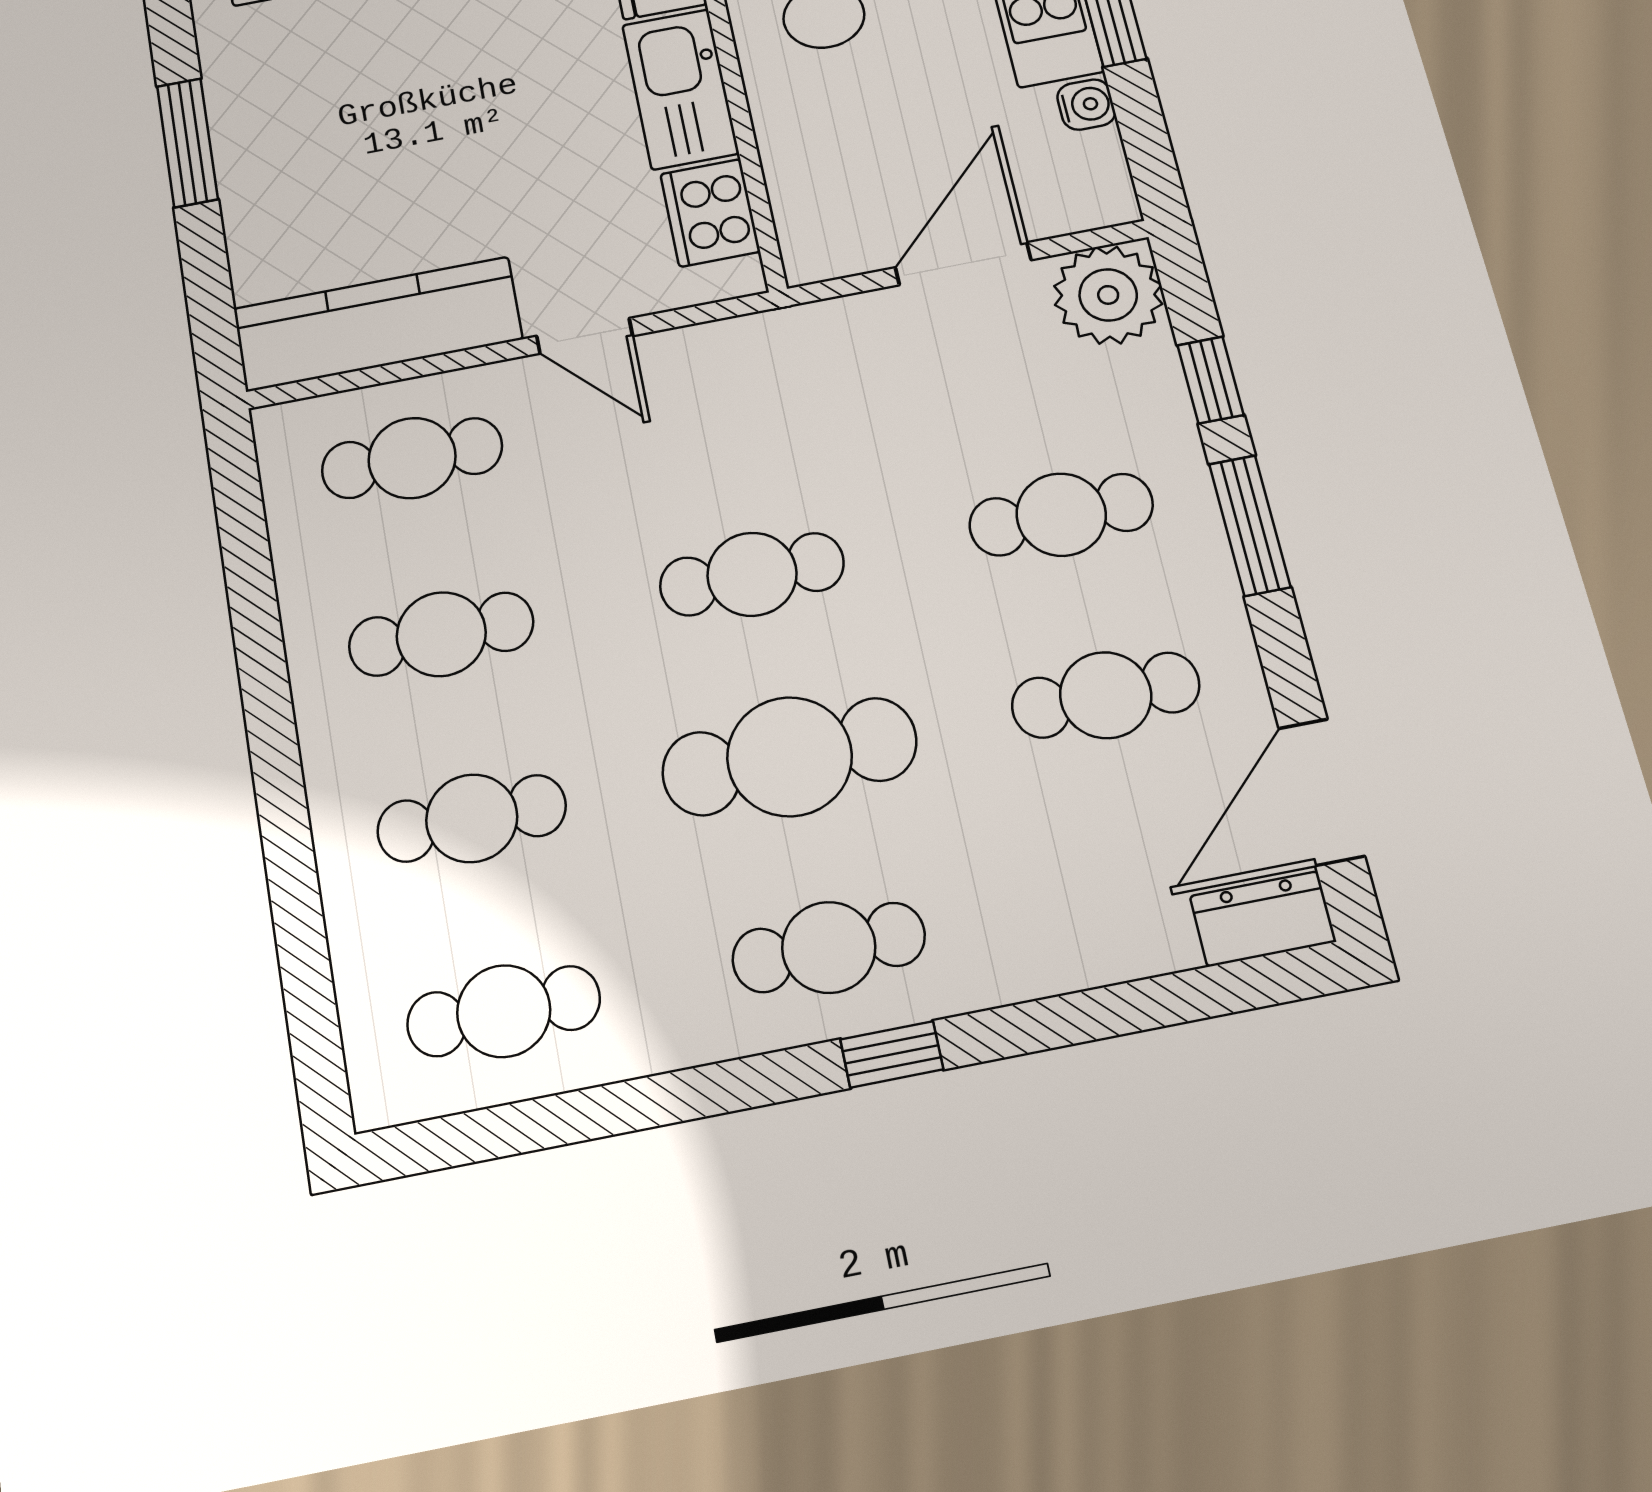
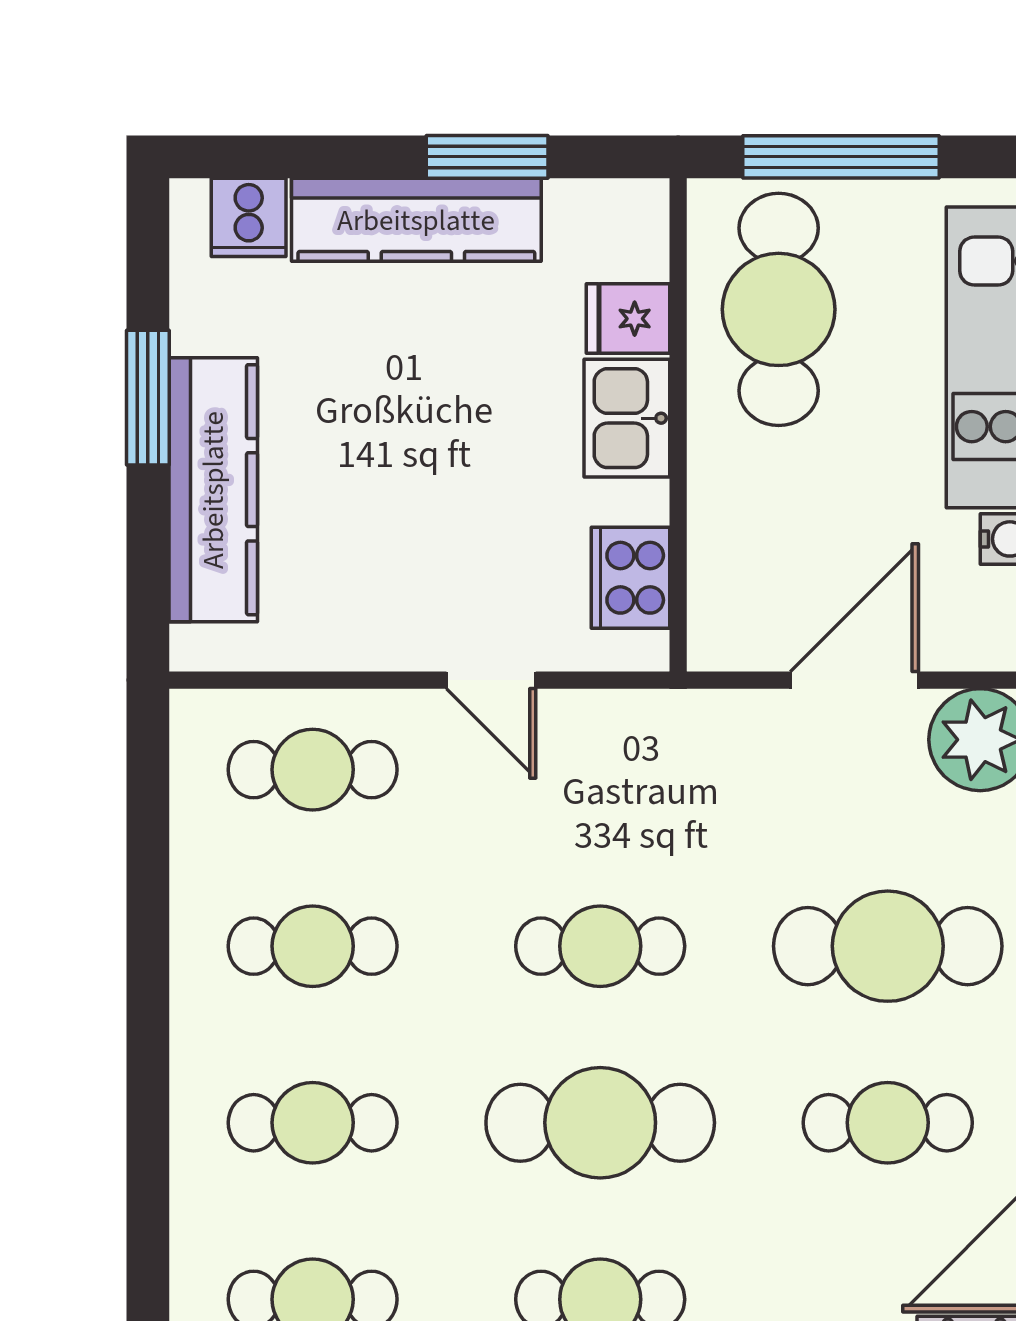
kitchen sink: (680, 89) -> (627, 418), width x0.73
kitchen counter: (378, 324) -> (213, 490), moved, turned 90
cafe table: (1061, 515) -> (888, 946), width x1.37, depth x1.35

